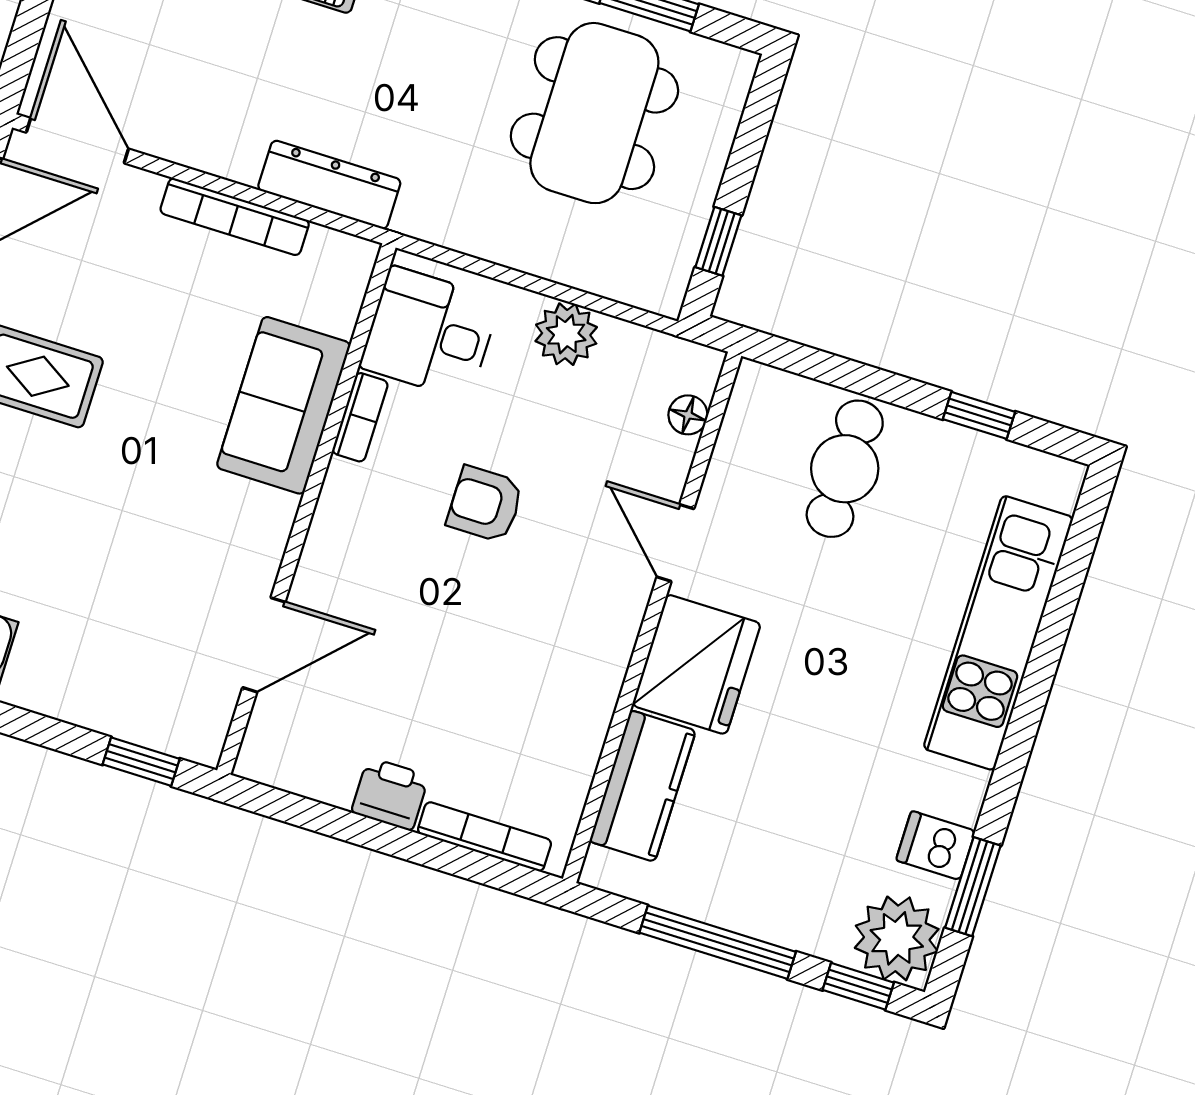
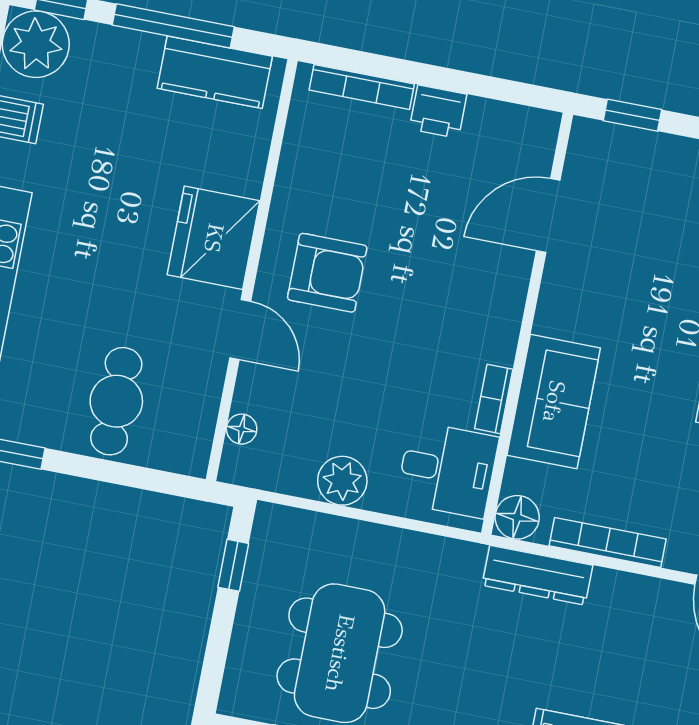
floor lamp: (347, 262) -> (517, 517), added
armchair: (485, 504) -> (327, 273), moved, width x1.38, depth x1.38
kitchen counter: (643, 786) -> (215, 72), moved, turned -90

